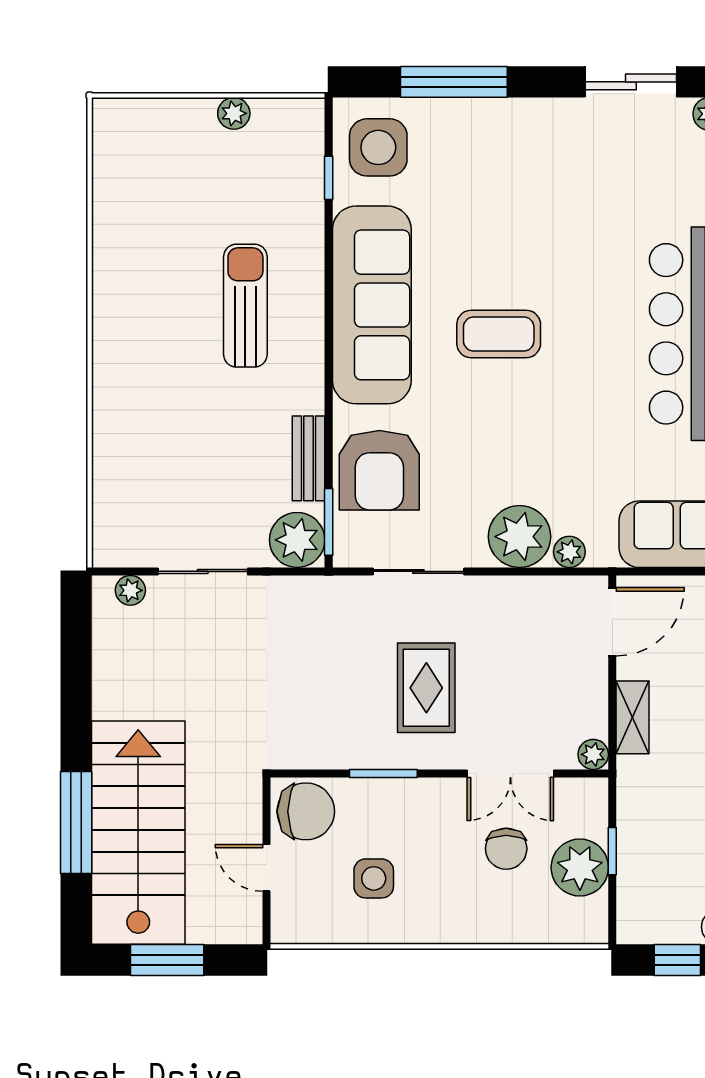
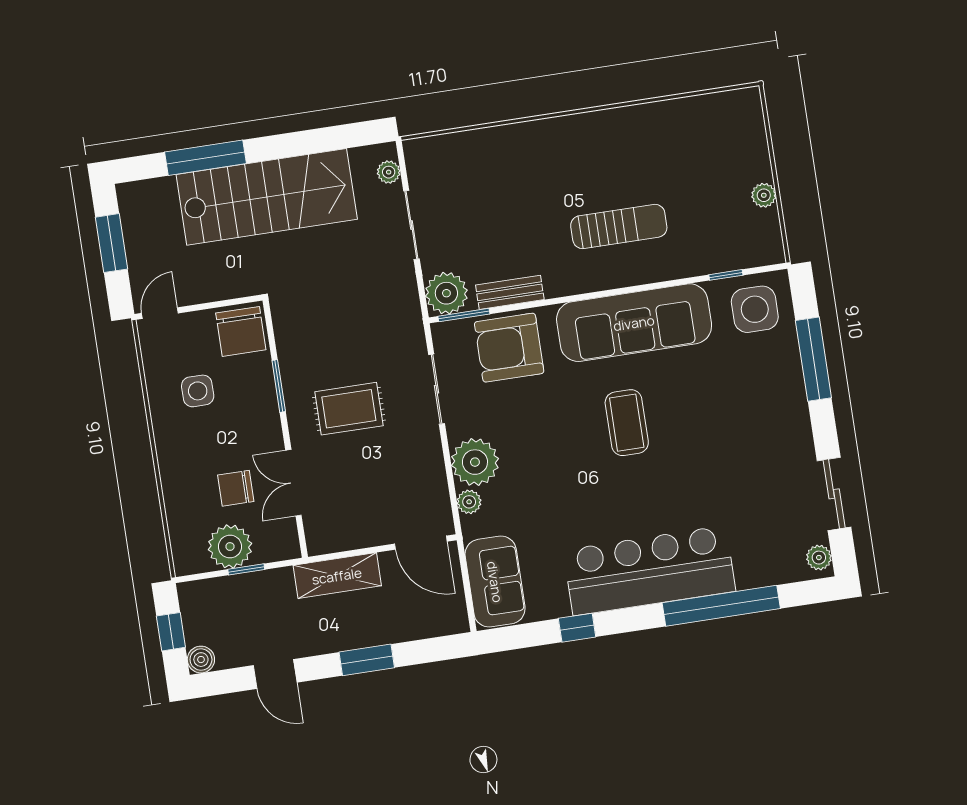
shelving: (633, 717) -> (337, 576), width x1.50, depth x1.33
plant: (593, 754) -> (318, 544), removed
stairs: (138, 833) -> (267, 197), moved
door: (266, 868) -> (160, 313), moved

